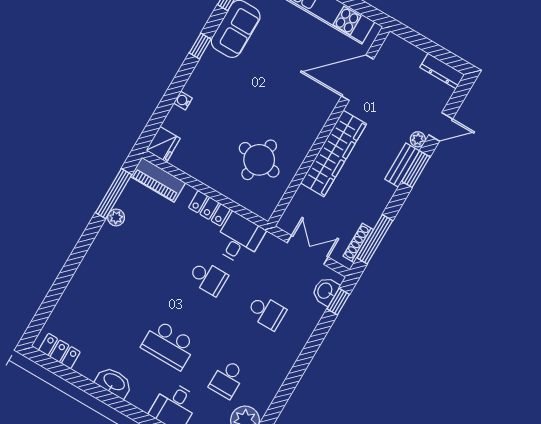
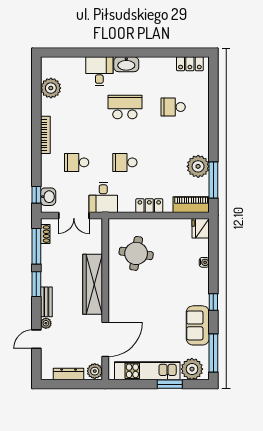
plant: (393, 47) -> (95, 371), added
dresser: (442, 71) -> (69, 374), moved
window: (416, 169) -> (36, 284), moved
plant: (116, 217) -> (198, 166), width x1.87, depth x1.87
desk: (239, 239) -> (103, 198), moved
shoe rack: (358, 243) -> (45, 234), width x0.70
bookcase: (285, 368) -> (45, 135), added
school desk: (227, 379) -> (173, 107), moved, turned -90
washbasin: (114, 382) -> (126, 64), moved

